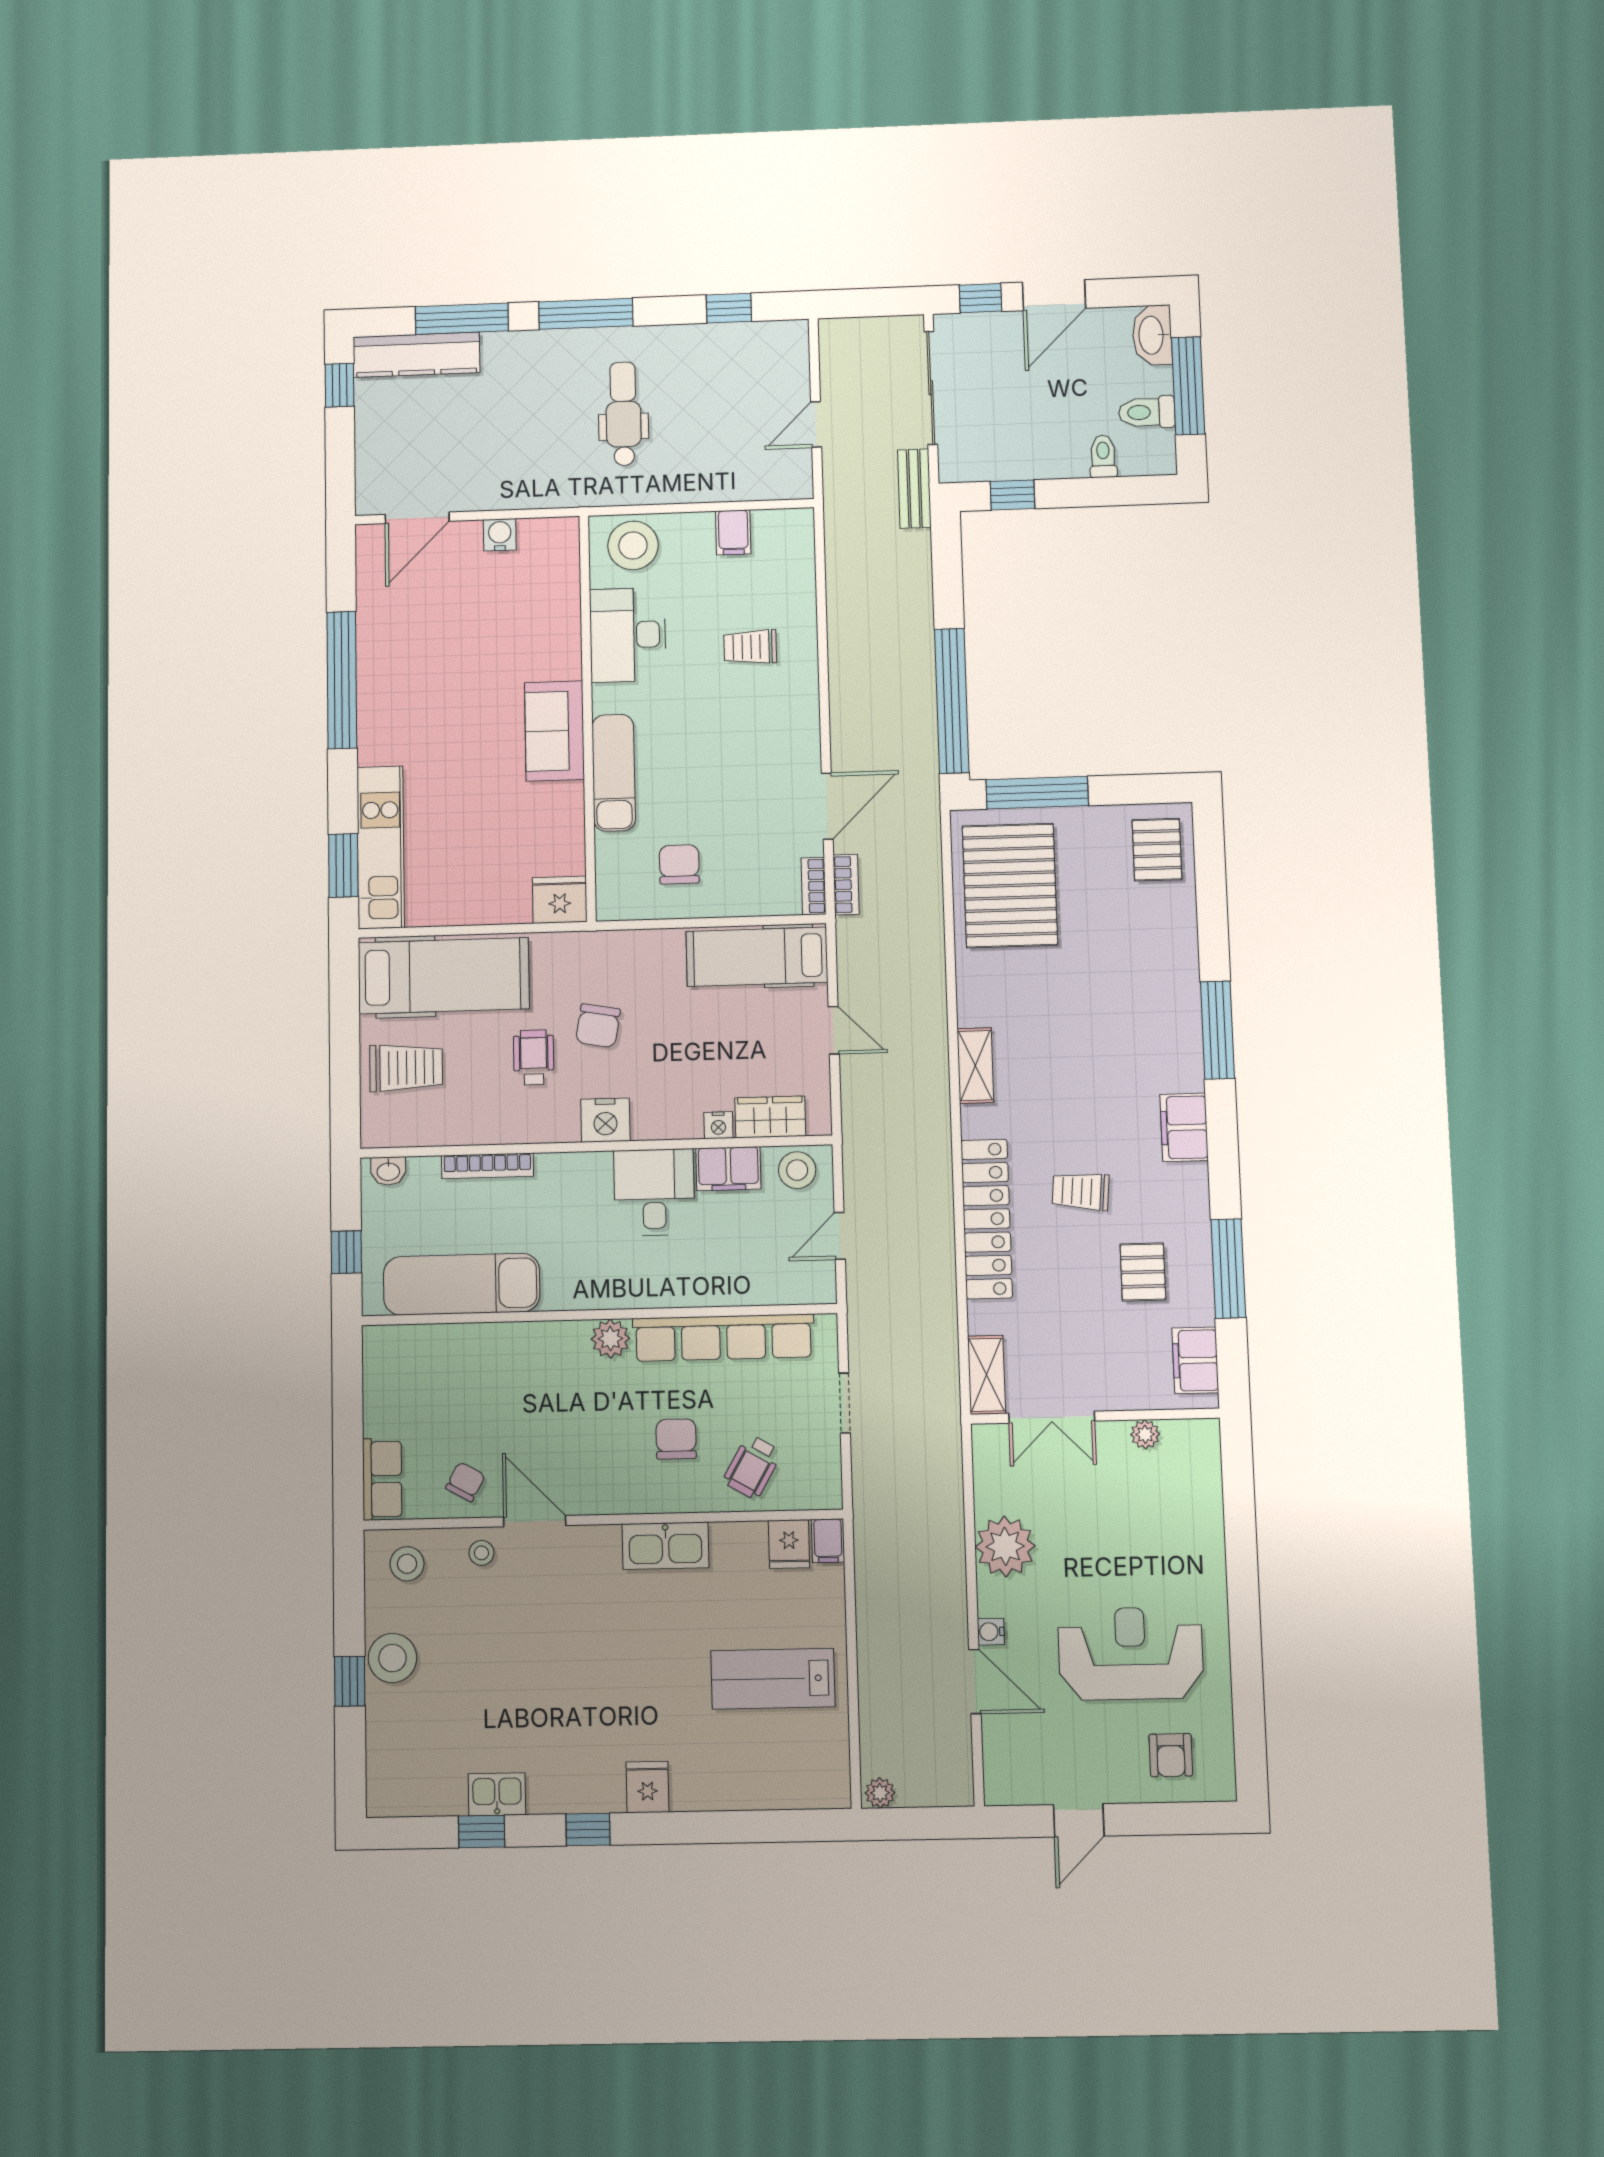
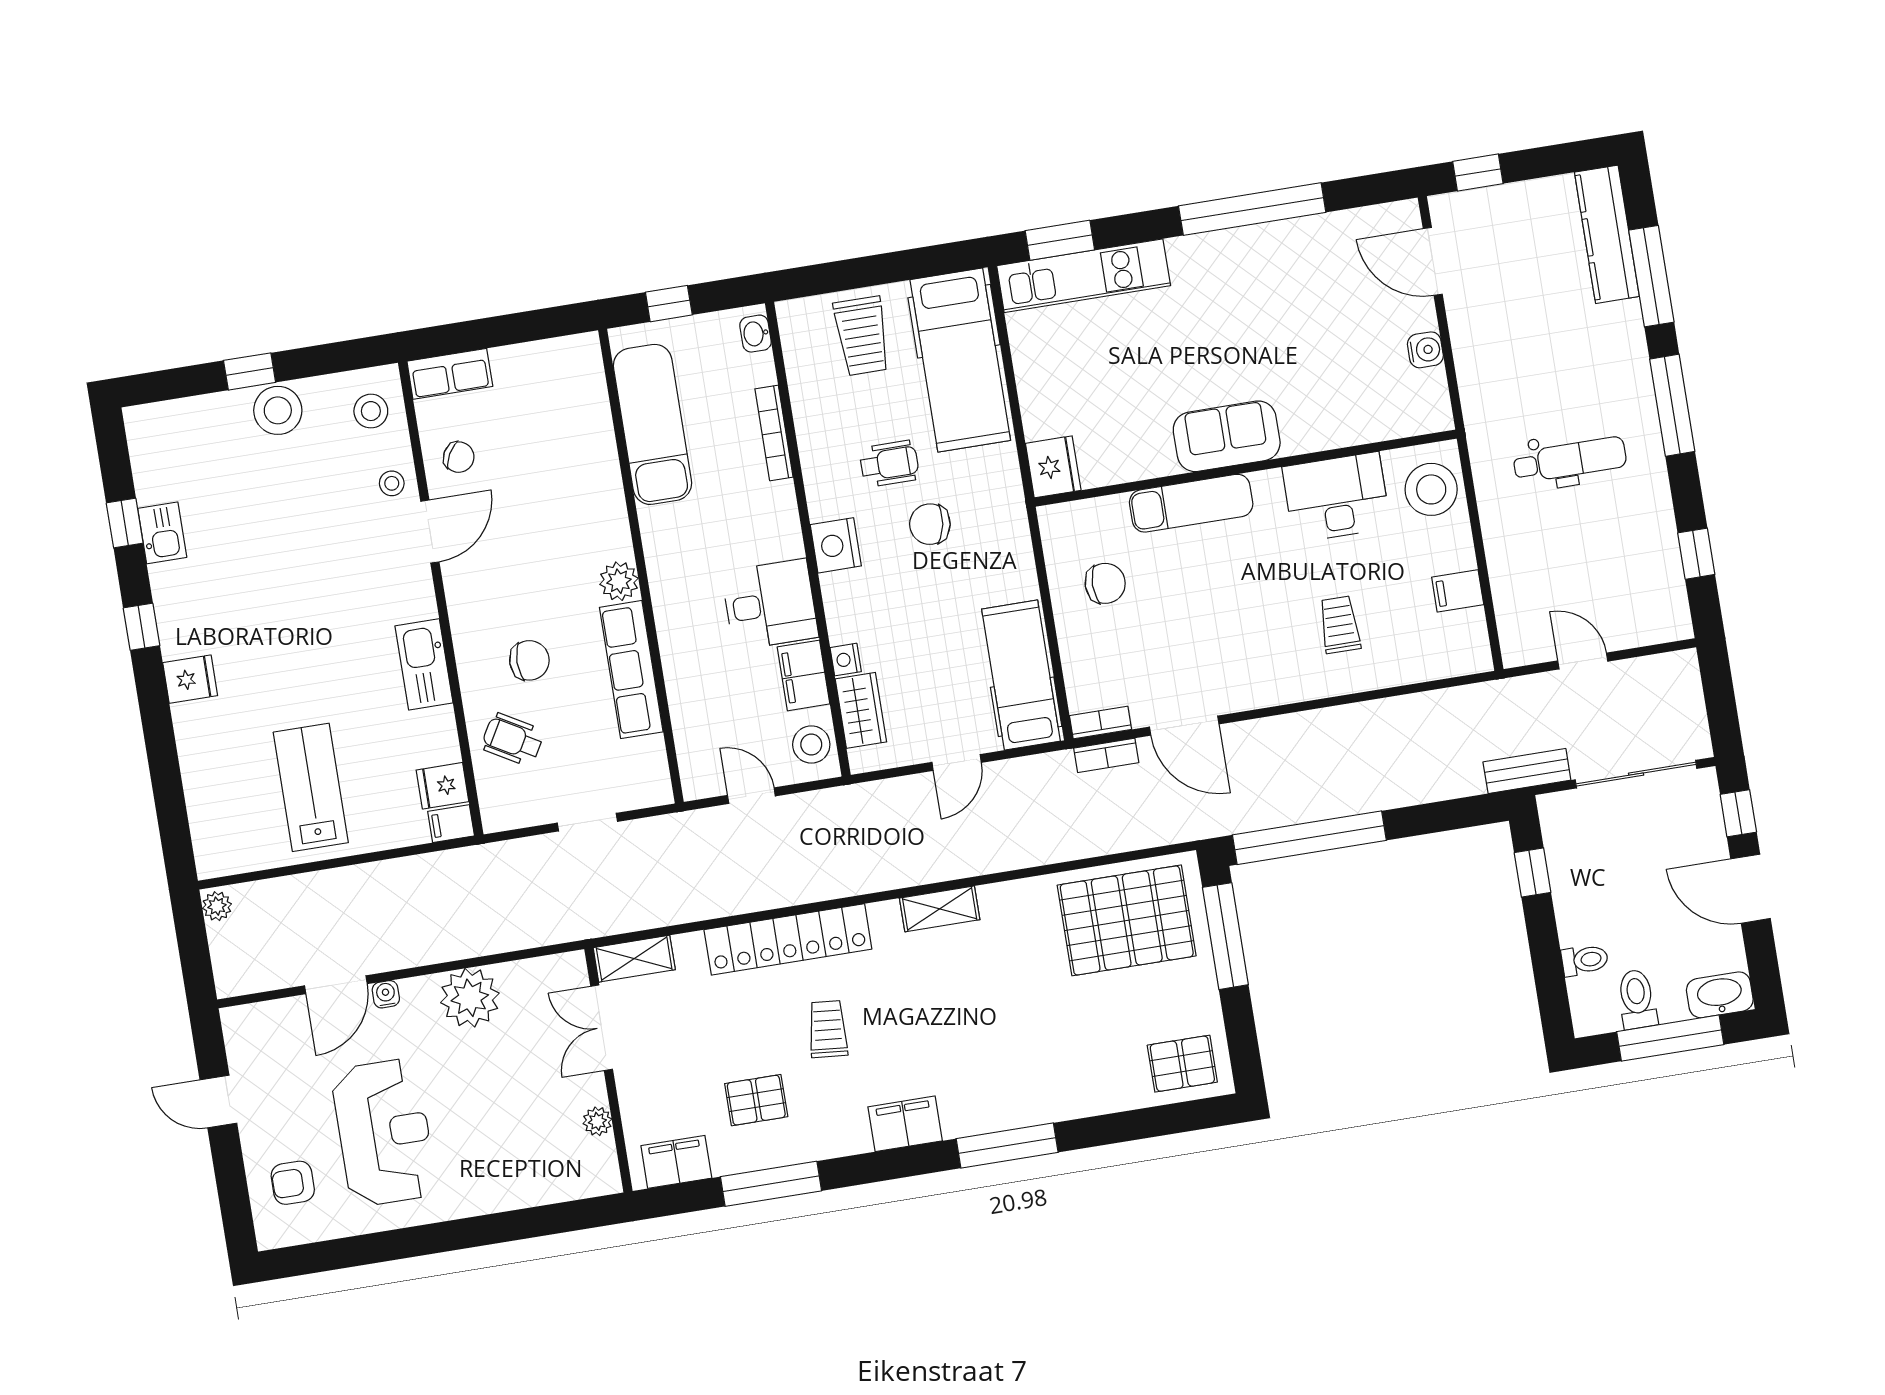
window: (339, 385) -> (1478, 173), moved
row of seats: (723, 1338) -> (631, 670), width x0.73

